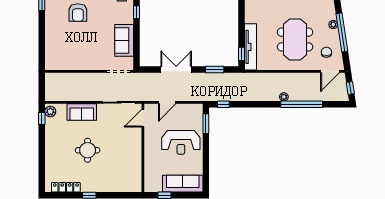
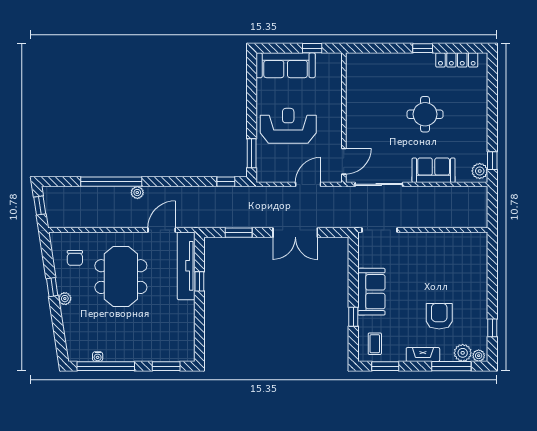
window: (342, 32) -> (52, 287), width x0.32
sofa: (124, 40) -> (371, 292), moved
window: (241, 54) -> (199, 281), moved
door: (330, 71) -> (162, 230), moved

